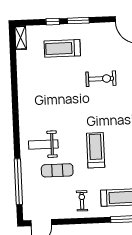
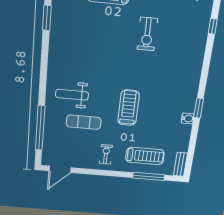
window: (14, 77) -> (47, 18), added
exercise bike: (101, 79) -> (147, 34), turned 89

